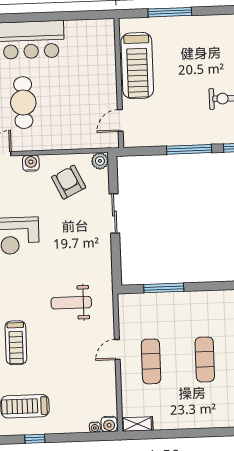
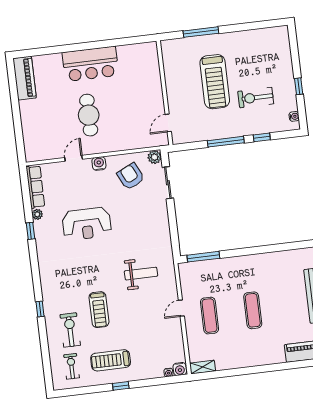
treadmill: (137, 66) -> (215, 82), moved
sliding door: (114, 213) -> (168, 183), moved
window: (164, 288) -> (203, 257), moved
weight bench: (71, 303) -> (141, 274), turned 180

